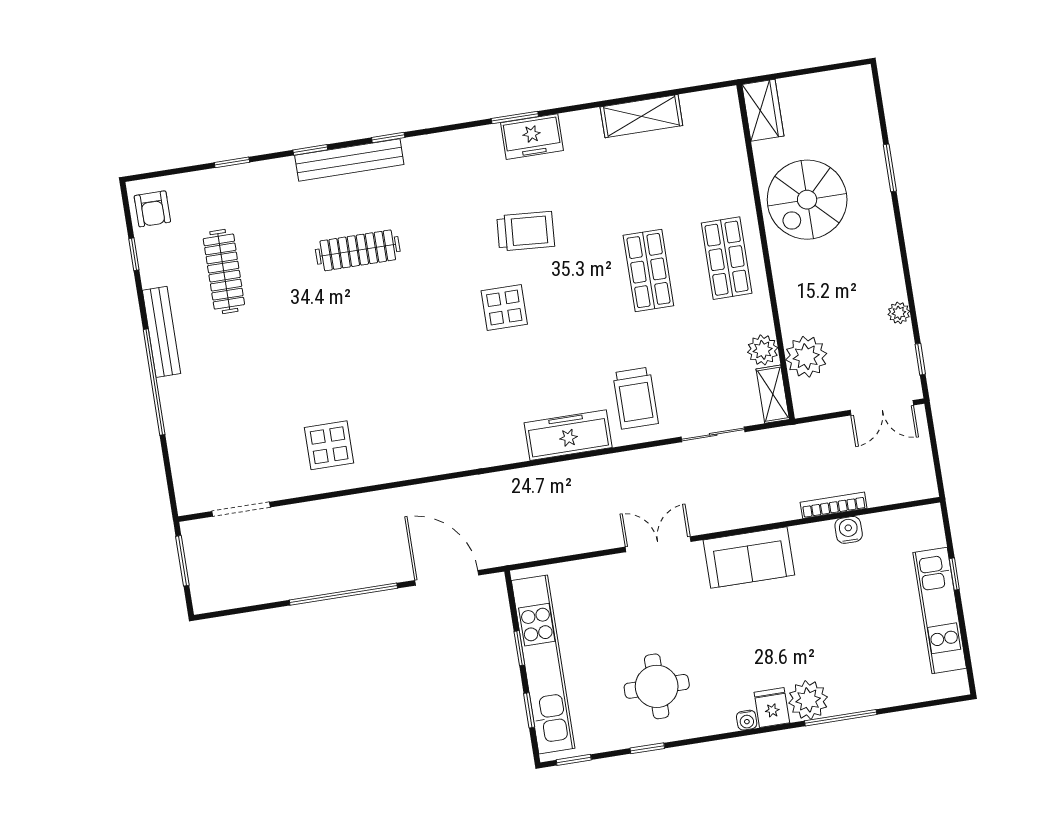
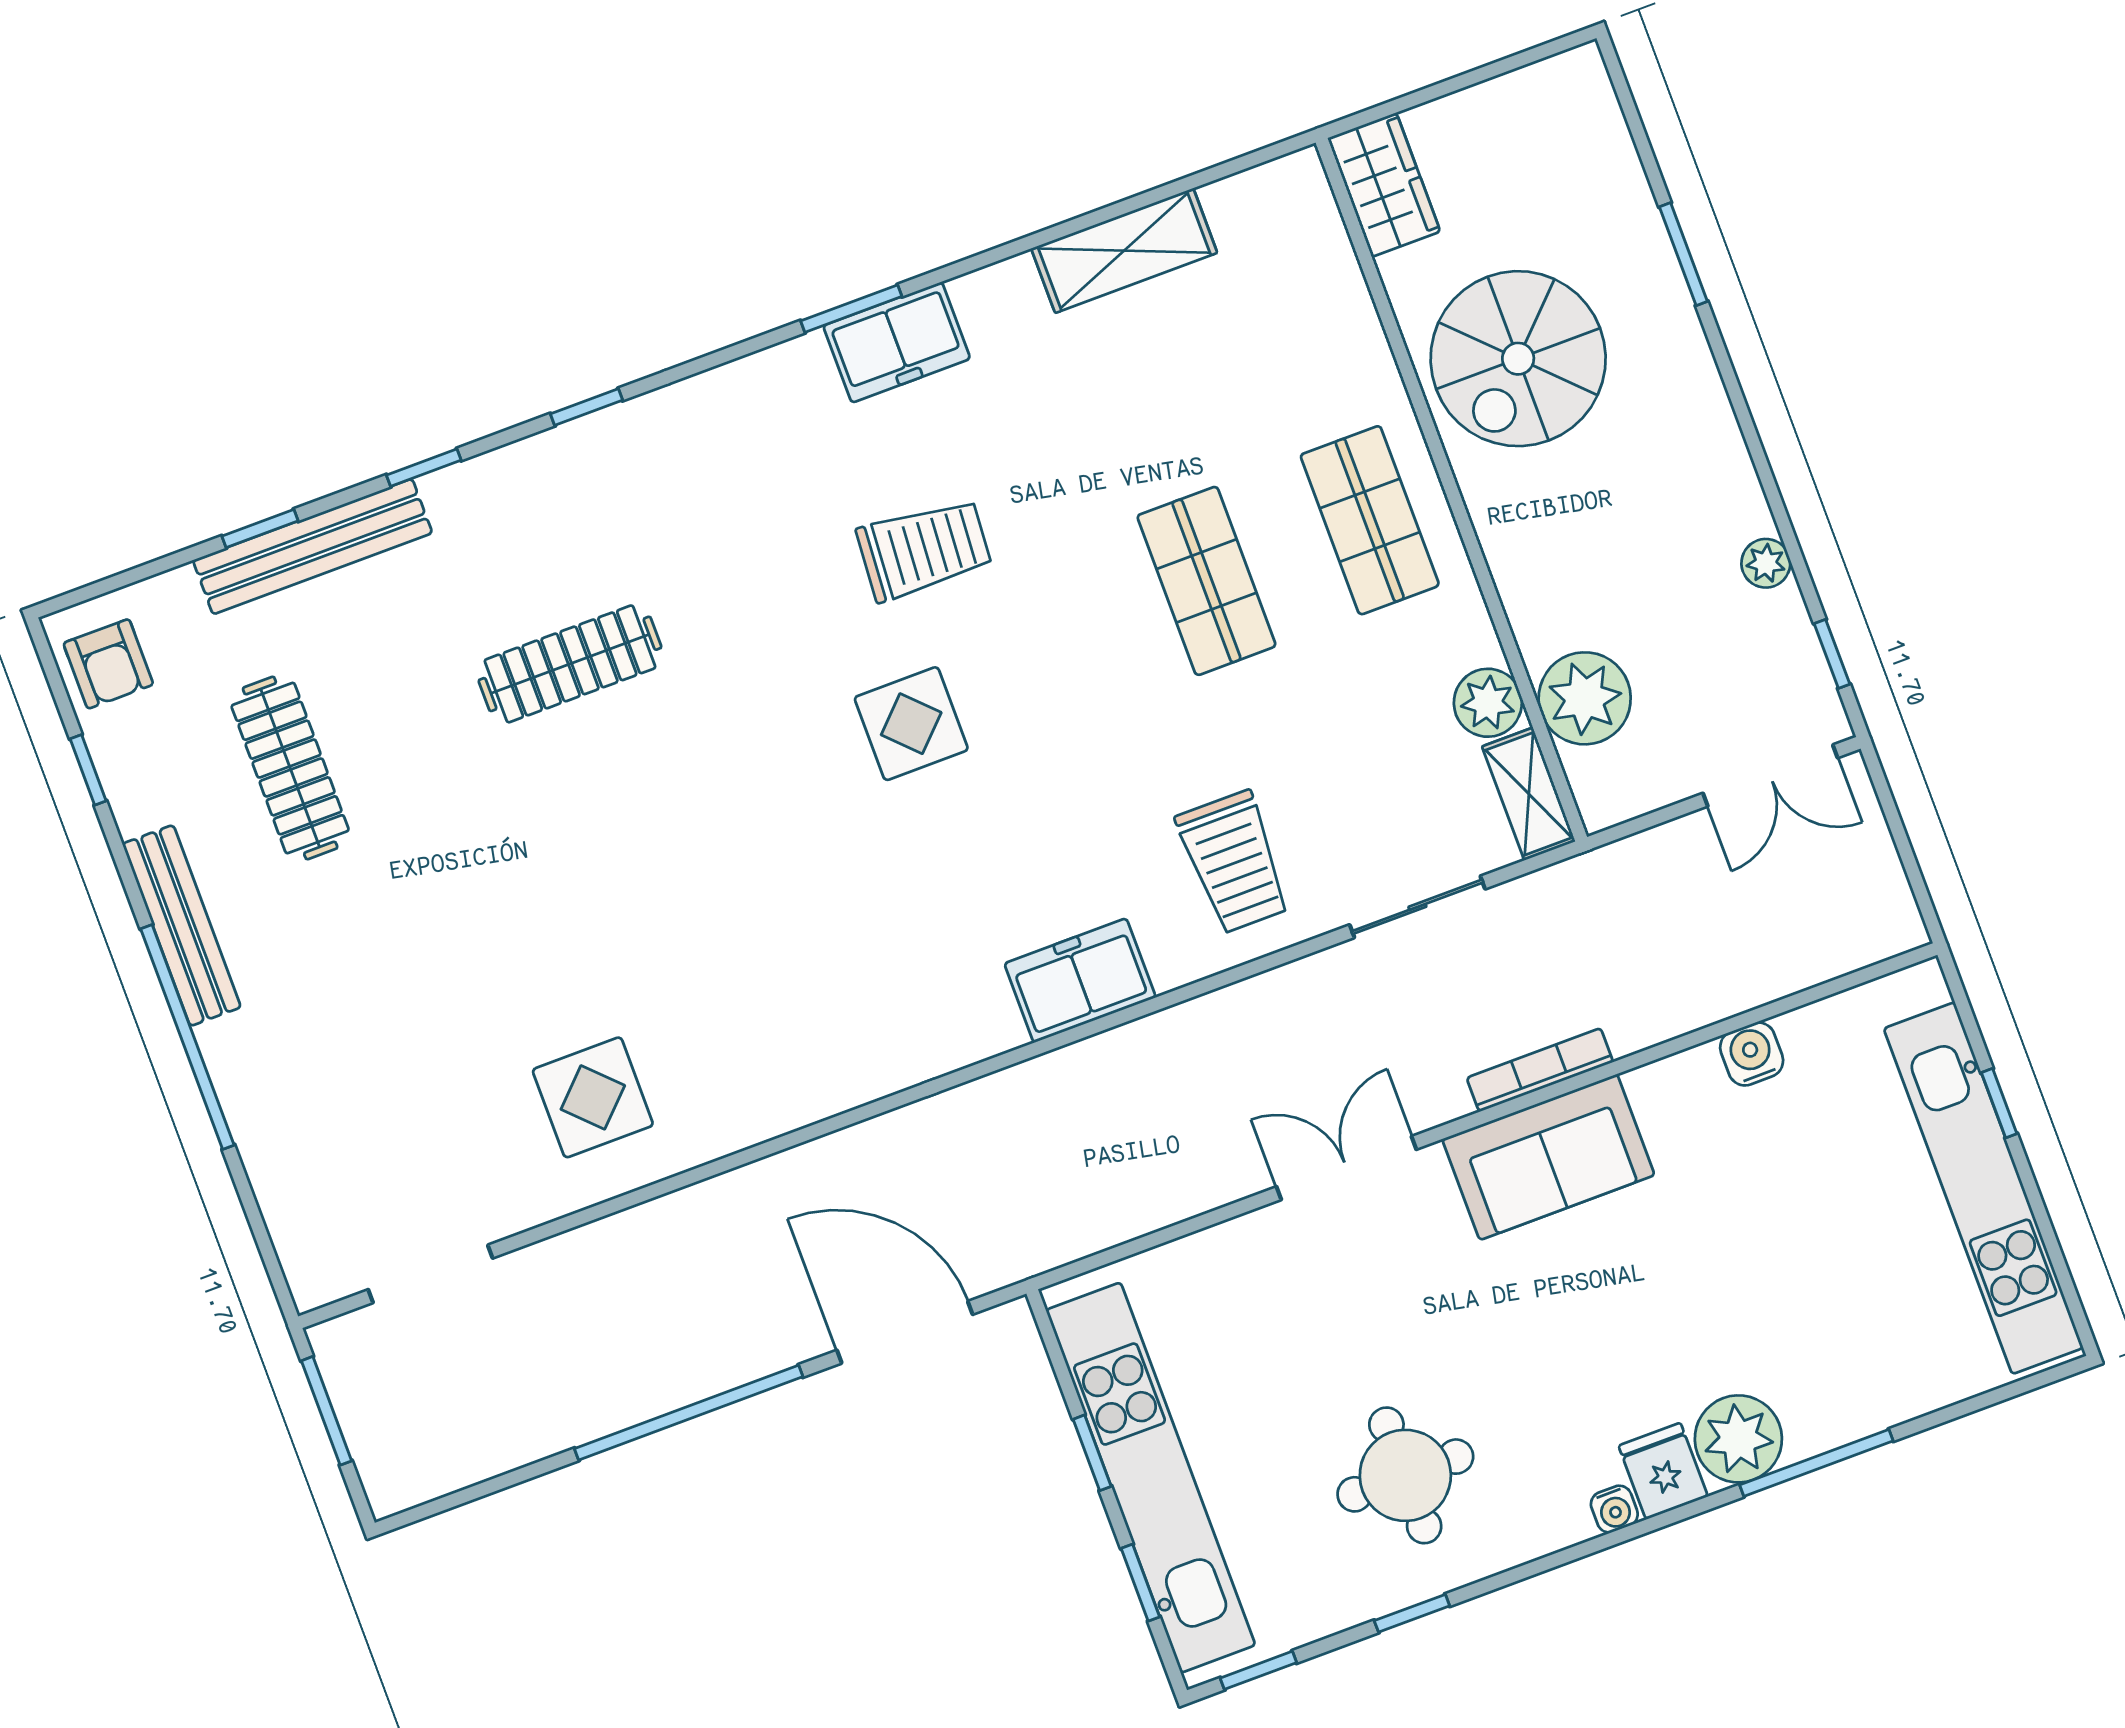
bench: (349, 160) -> (313, 547), moved
freezer: (568, 435) -> (1080, 980), width x0.71
bookcase: (834, 505) -> (1540, 1070), moved
kitchen unit: (940, 610) -> (1983, 1188), width x1.36

